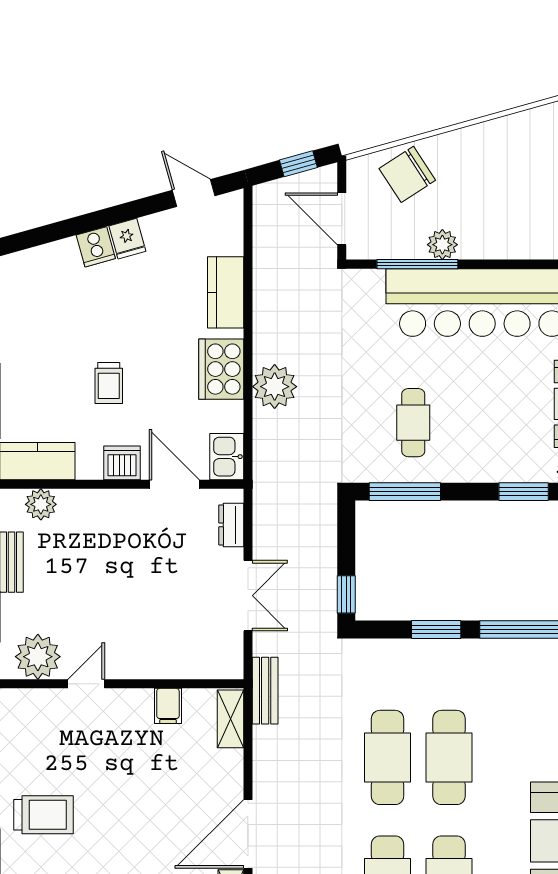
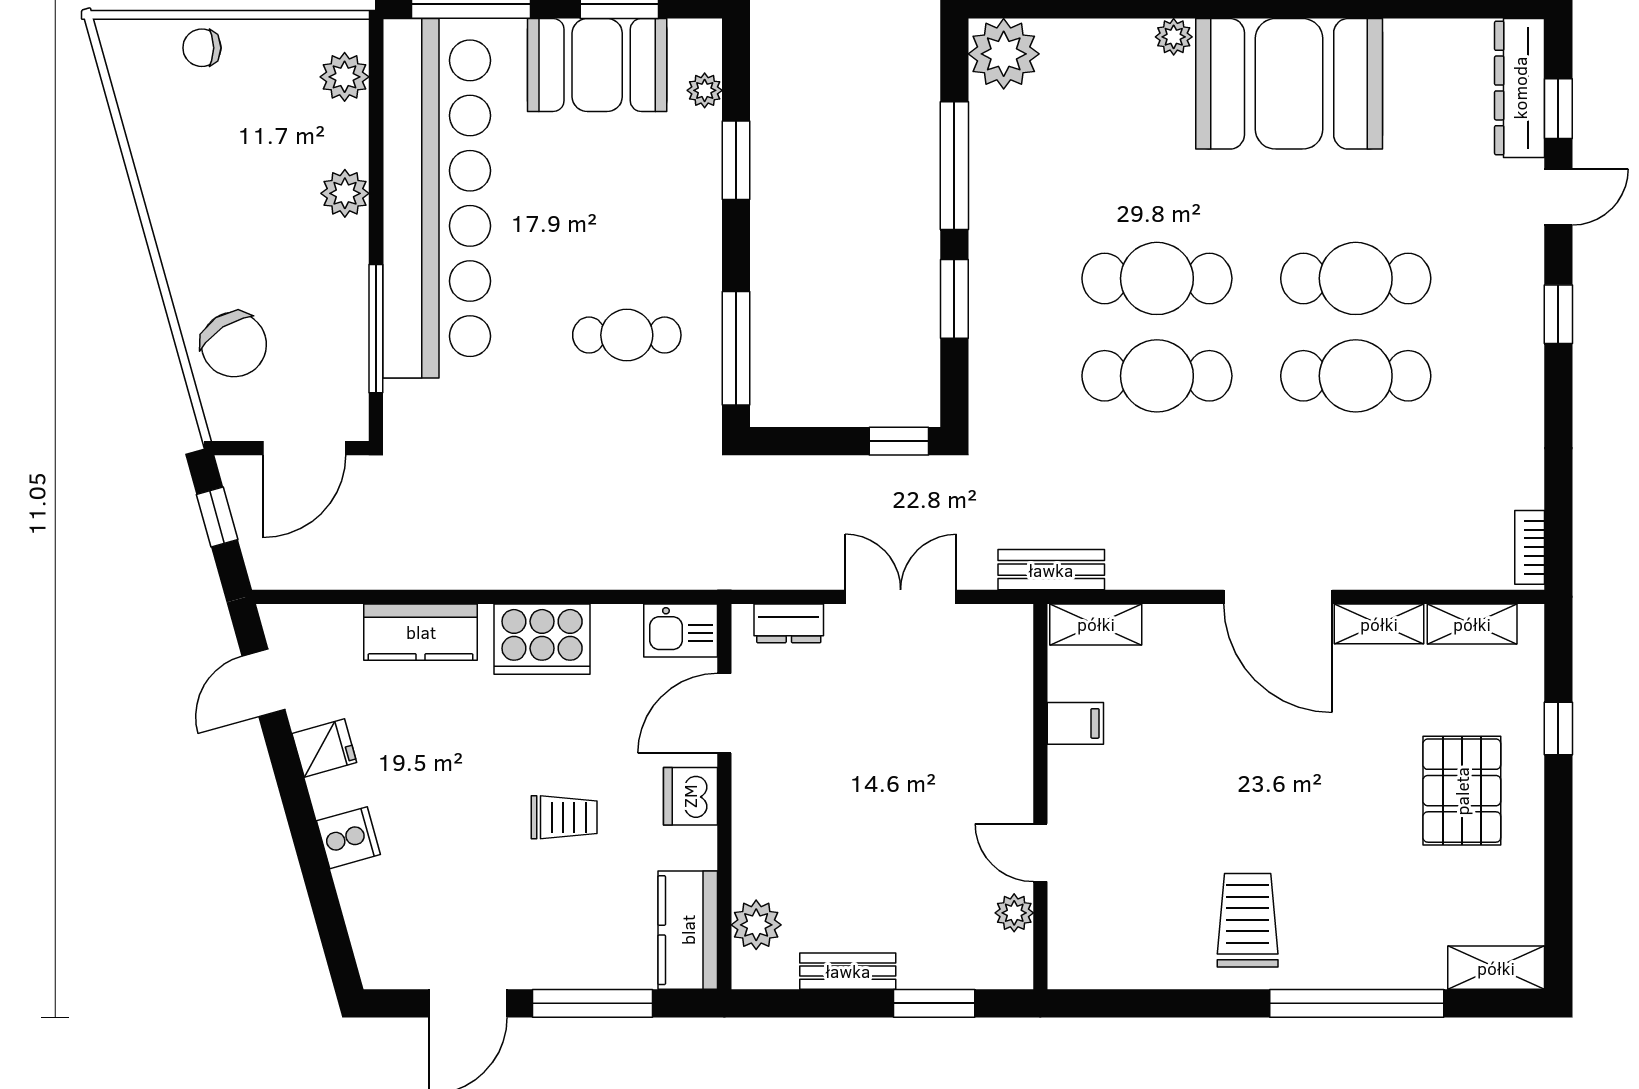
fridge: (127, 239) -> (324, 748), moved
plant: (442, 245) -> (345, 193), moved
plant: (275, 387) -> (570, 555), removed
plant: (38, 657) -> (1014, 913), width x0.53, depth x0.53

